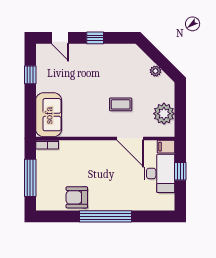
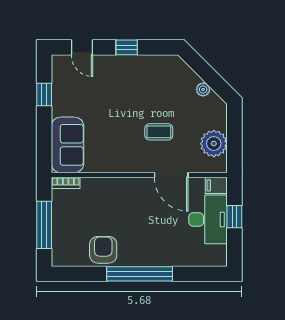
armchair: (77, 197) -> (103, 250), turned 90

